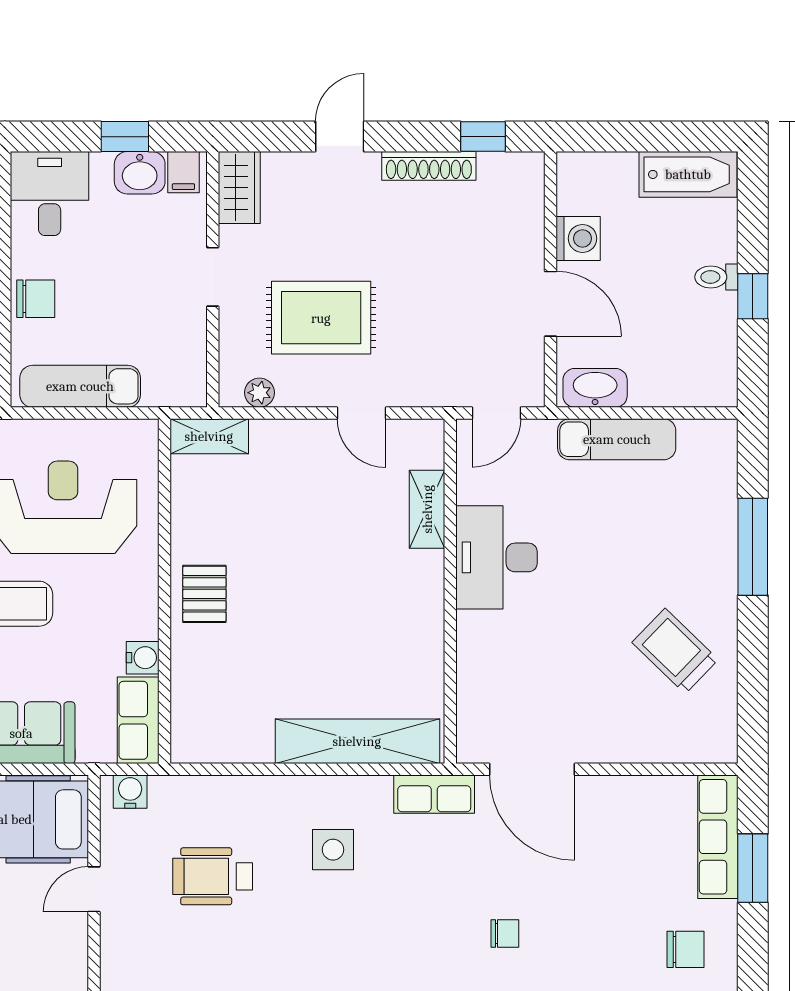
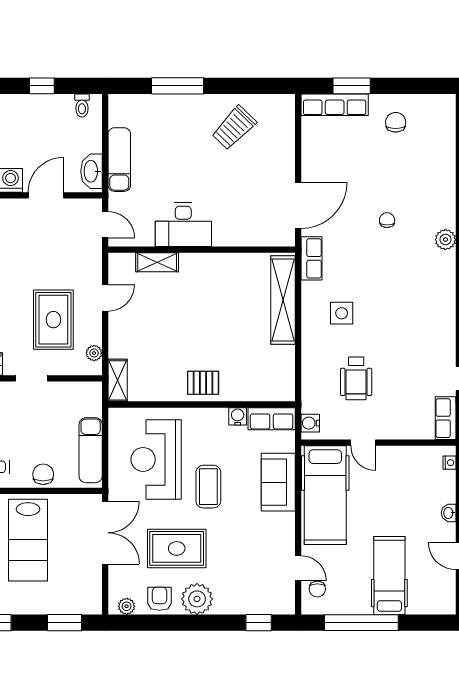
toilet: (716, 277) -> (82, 106), moved

